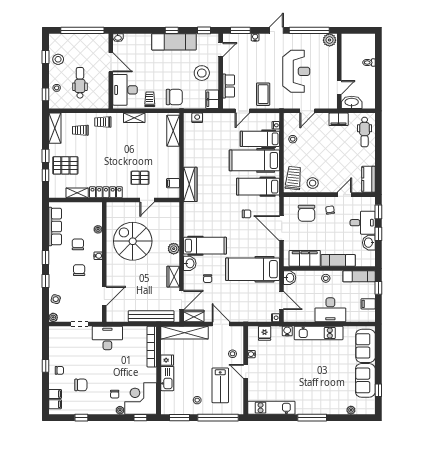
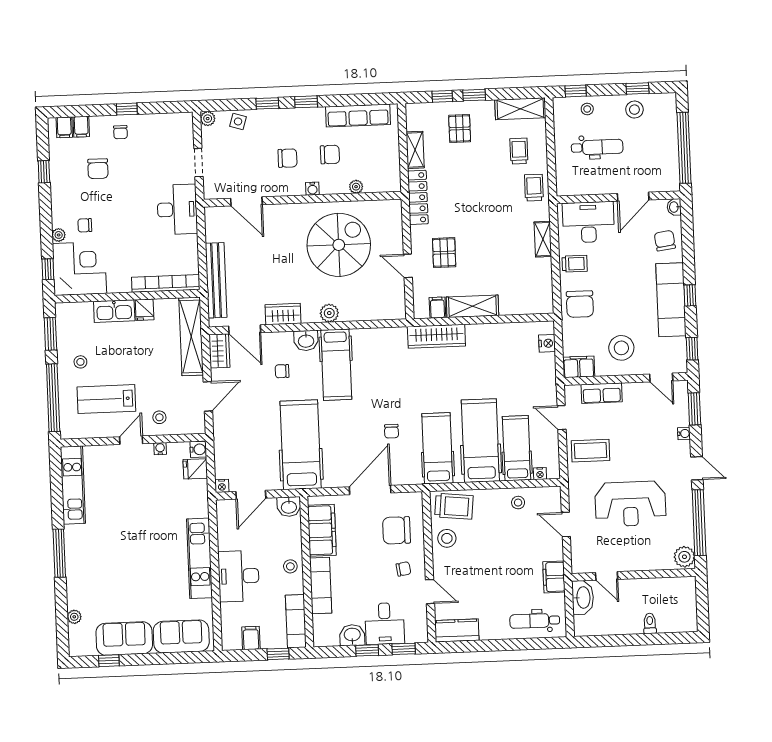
chair: (138, 44) -> (665, 241), added
shelving: (173, 131) -> (472, 306), moved
pallet: (65, 165) -> (460, 129), width x0.67, depth x0.71
water cooler: (287, 331) -> (198, 449), moved

